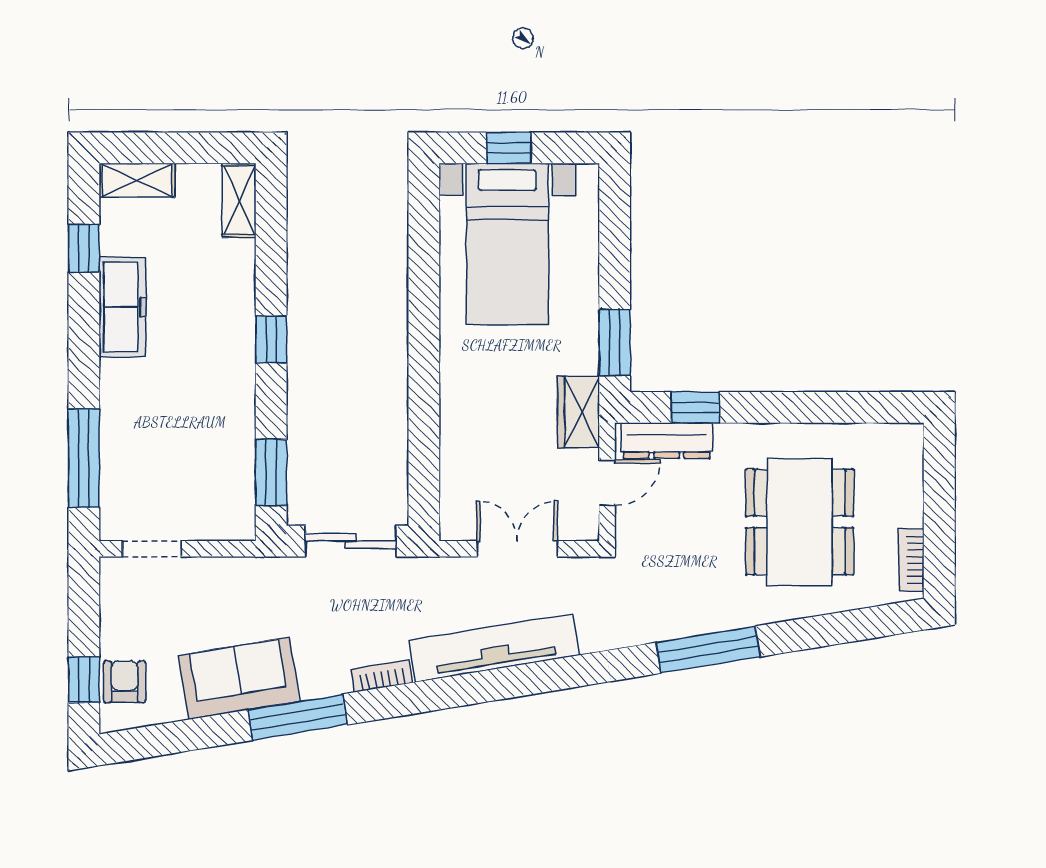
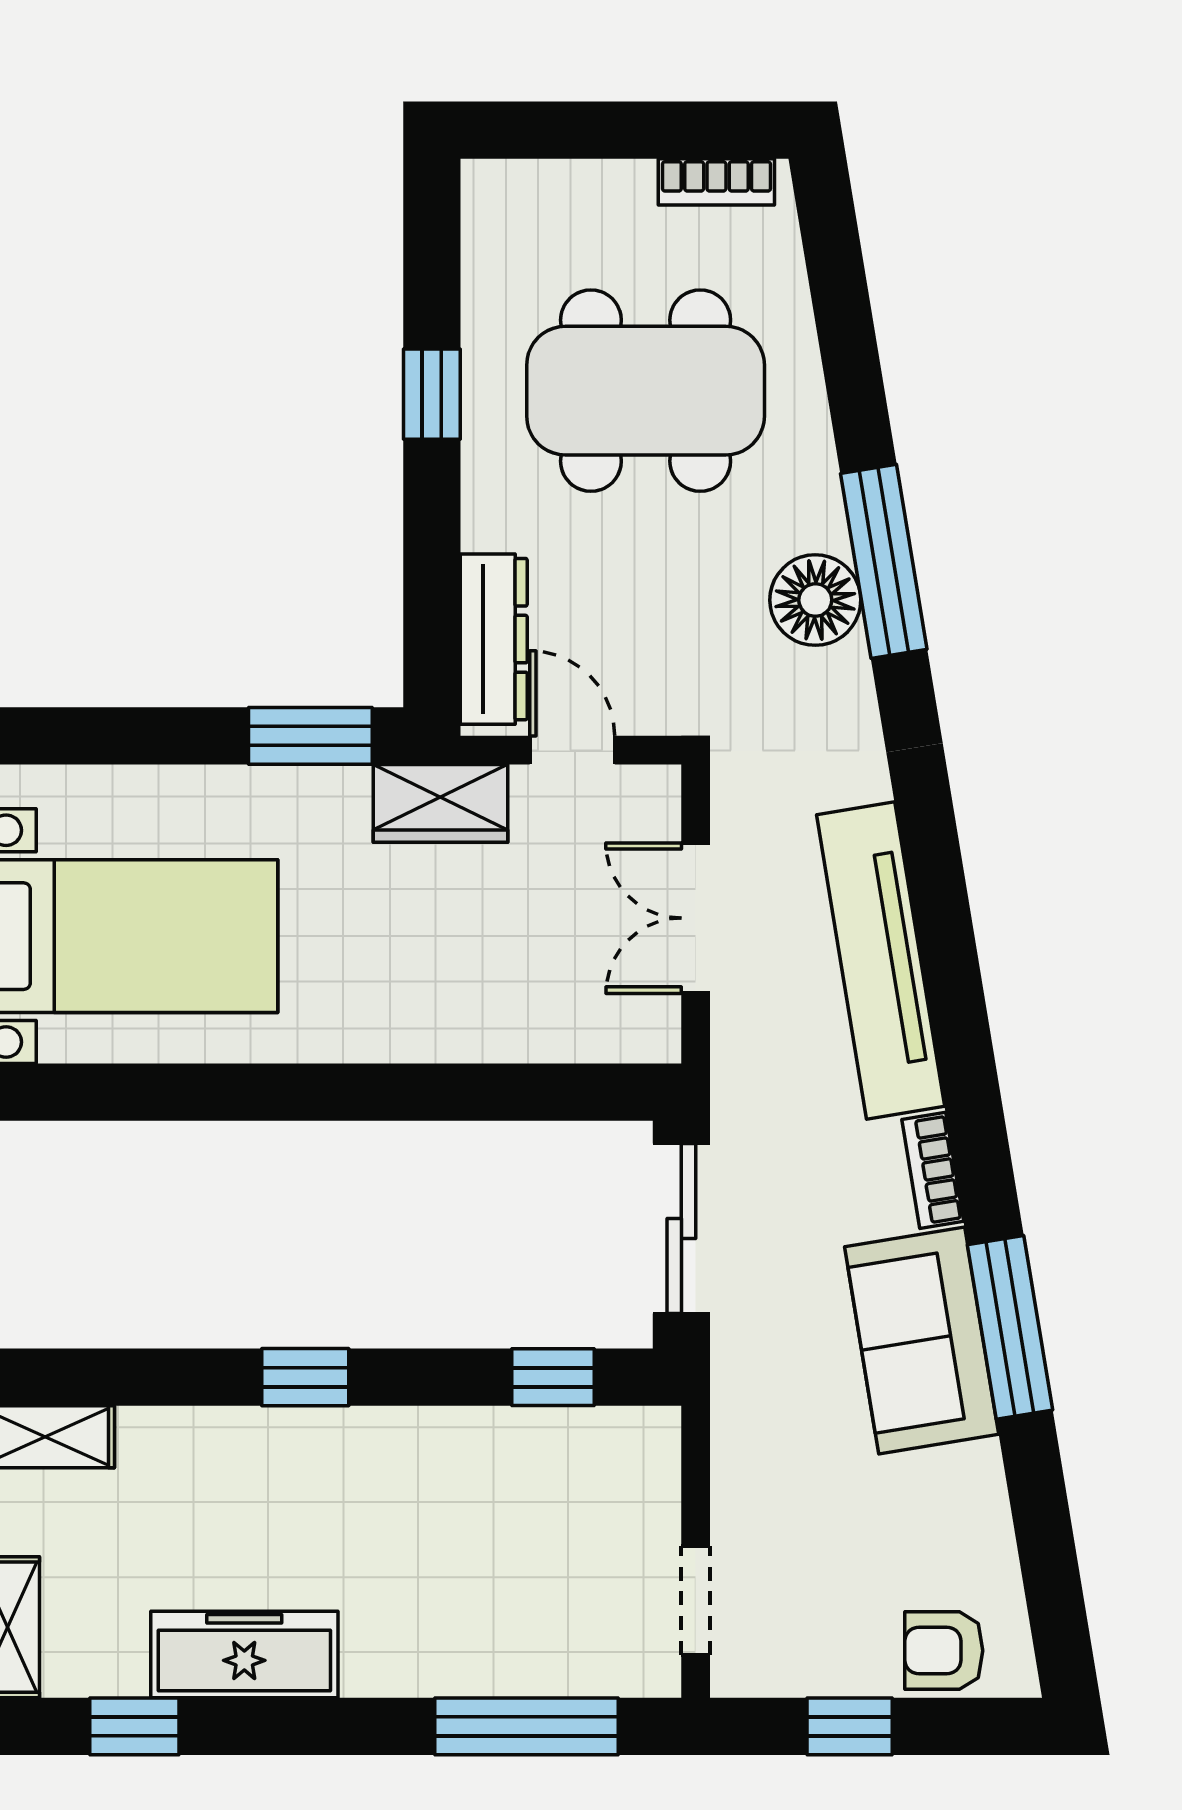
window: (695, 407) -> (432, 394), moved
window: (271, 472) -> (553, 1377), width x0.67
floor lamp: (688, 613) -> (815, 600), added
sofa: (239, 678) -> (922, 1341), moved
window: (84, 680) -> (850, 1726), moved

